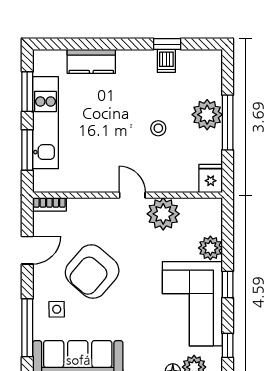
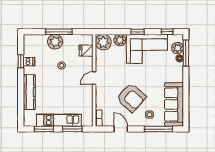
kitchen counter: (91, 61) -> (29, 92), width x1.50
fridge: (211, 178) -> (86, 51), moved
plant: (163, 214) -> (103, 42), moved

